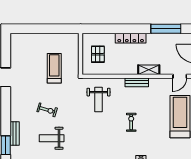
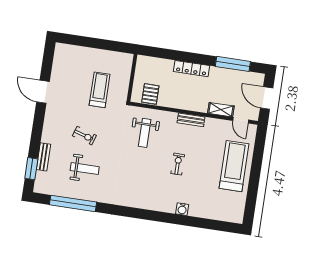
pallet: (98, 54) -> (150, 94), moved
shelving: (149, 70) -> (221, 110), moved
door: (180, 76) -> (241, 120), hinge flipped
weight bench: (52, 138) -> (85, 169), turned 180

